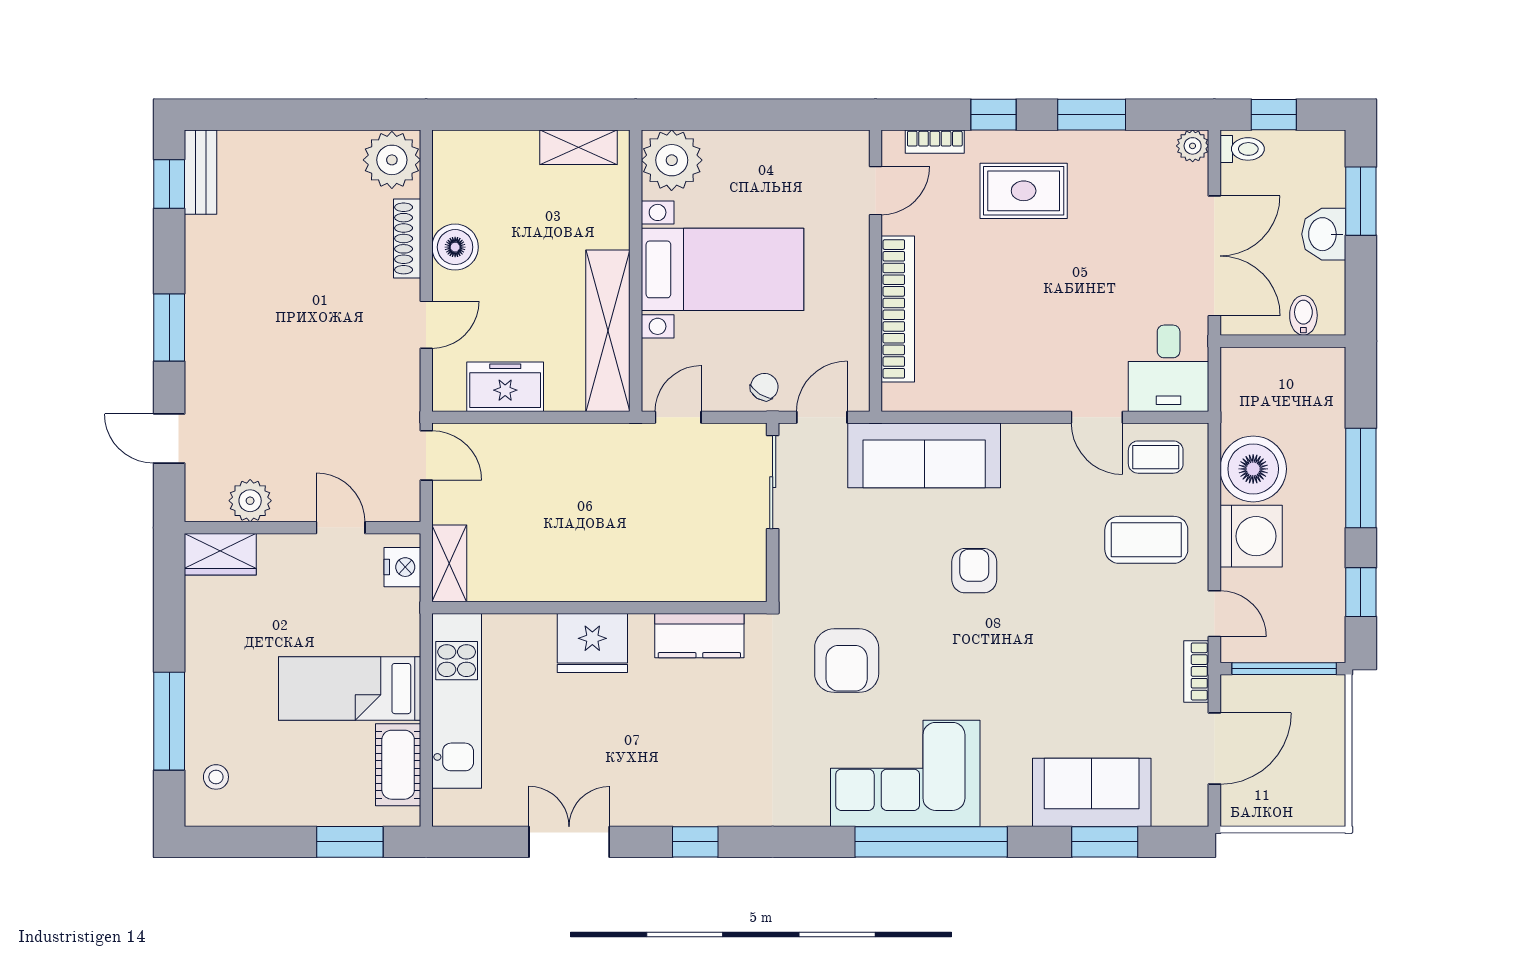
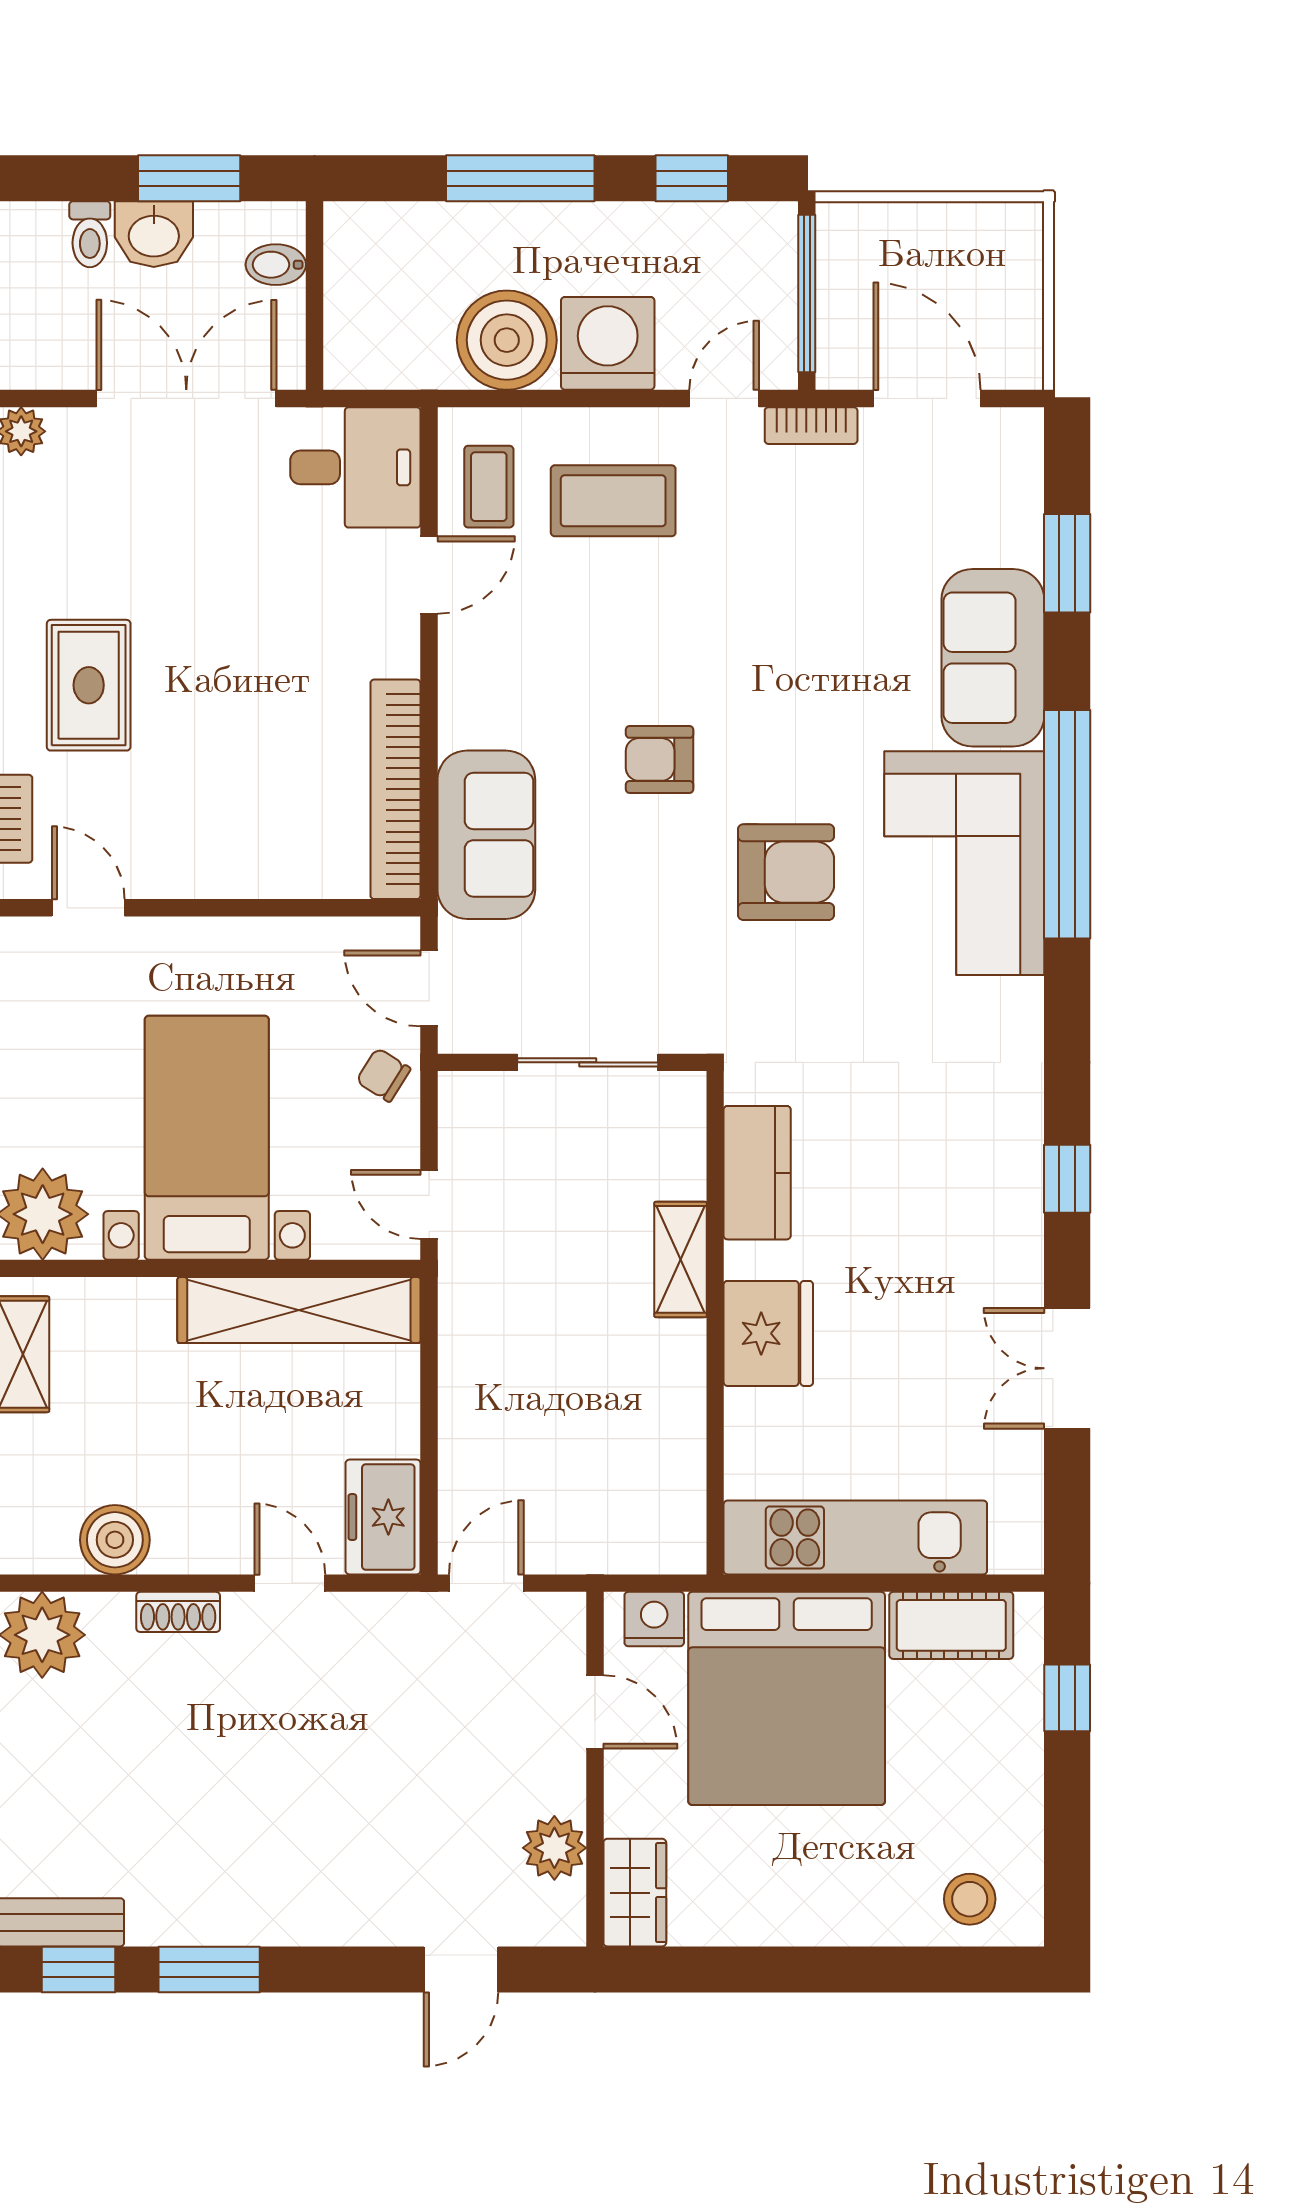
toilet: (1242, 149) -> (90, 234), moved, turned 180
window: (1361, 201) -> (189, 178), moved
shoe rack: (407, 238) -> (178, 1612), width x0.70
boiler: (455, 247) -> (115, 1540), moved
bookcase: (898, 309) -> (395, 789), moved, turned -90
window: (169, 327) -> (209, 1969), moved
freezer: (505, 387) -> (383, 1517), moved
sofa: (924, 455) -> (486, 835), width x0.73
sliding door: (773, 482) -> (588, 1062), moved
door: (341, 528) -> (595, 1712), swing flipped
coffee table: (1146, 540) -> (613, 501), turned 90
shelving: (449, 563) -> (681, 1259), moved, turned 90
armchair: (847, 661) -> (786, 872), moved
bed: (350, 689) -> (787, 1698), width x2.04
window: (169, 721) -> (886, 1969), removed
stool: (216, 777) -> (970, 1899), width x1.37, depth x1.37
sofa: (1092, 792) -> (993, 658), moved
window: (350, 842) -> (1067, 1698), width x0.67

